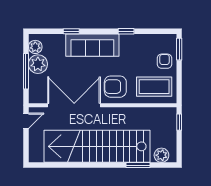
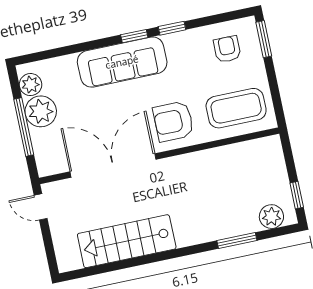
window: (71, 31) -> (134, 36), moved
armchair: (165, 61) -> (227, 49), moved
door: (26, 121) -> (41, 207), swing flipped
window: (179, 122) -> (297, 195), moved
stairs: (97, 146) -> (127, 241), width x0.54, depth x0.66

